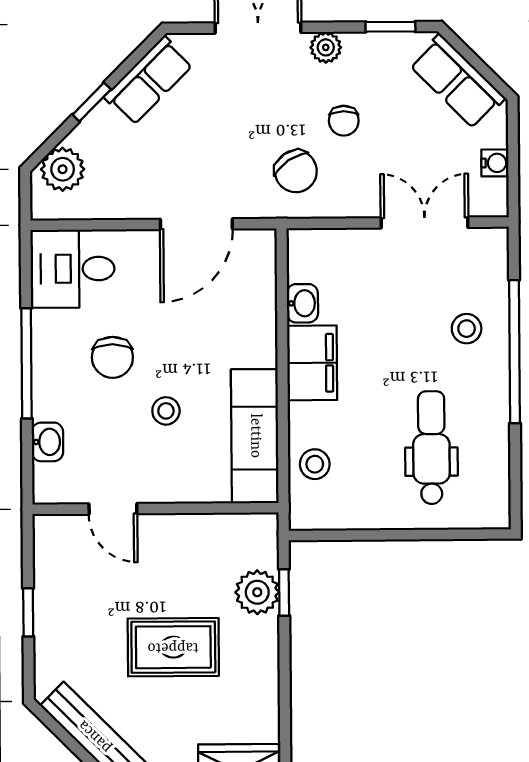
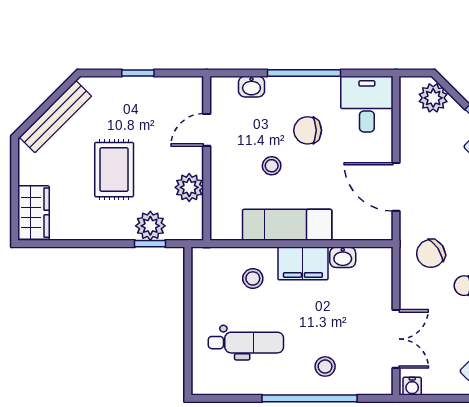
water cooler: (495, 163) -> (412, 386), moved
exam couch: (255, 436) -> (287, 225), moved
stool: (315, 464) -> (253, 278), moved
plant: (199, 534) -> (189, 187), added

